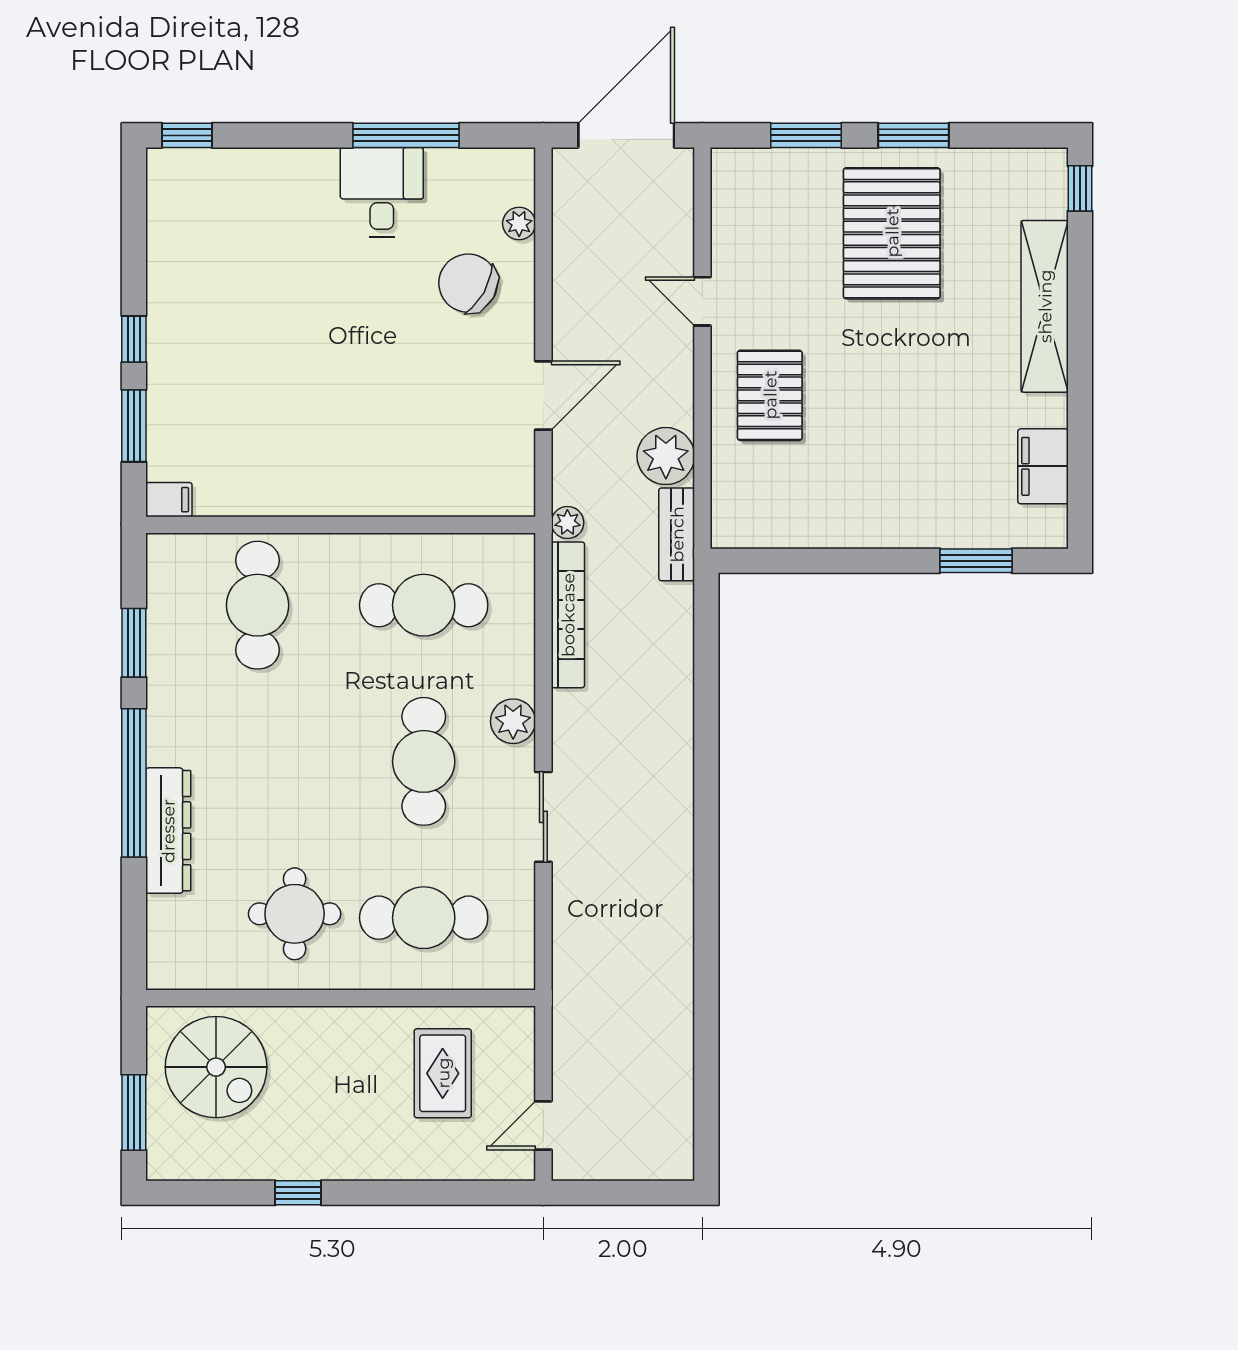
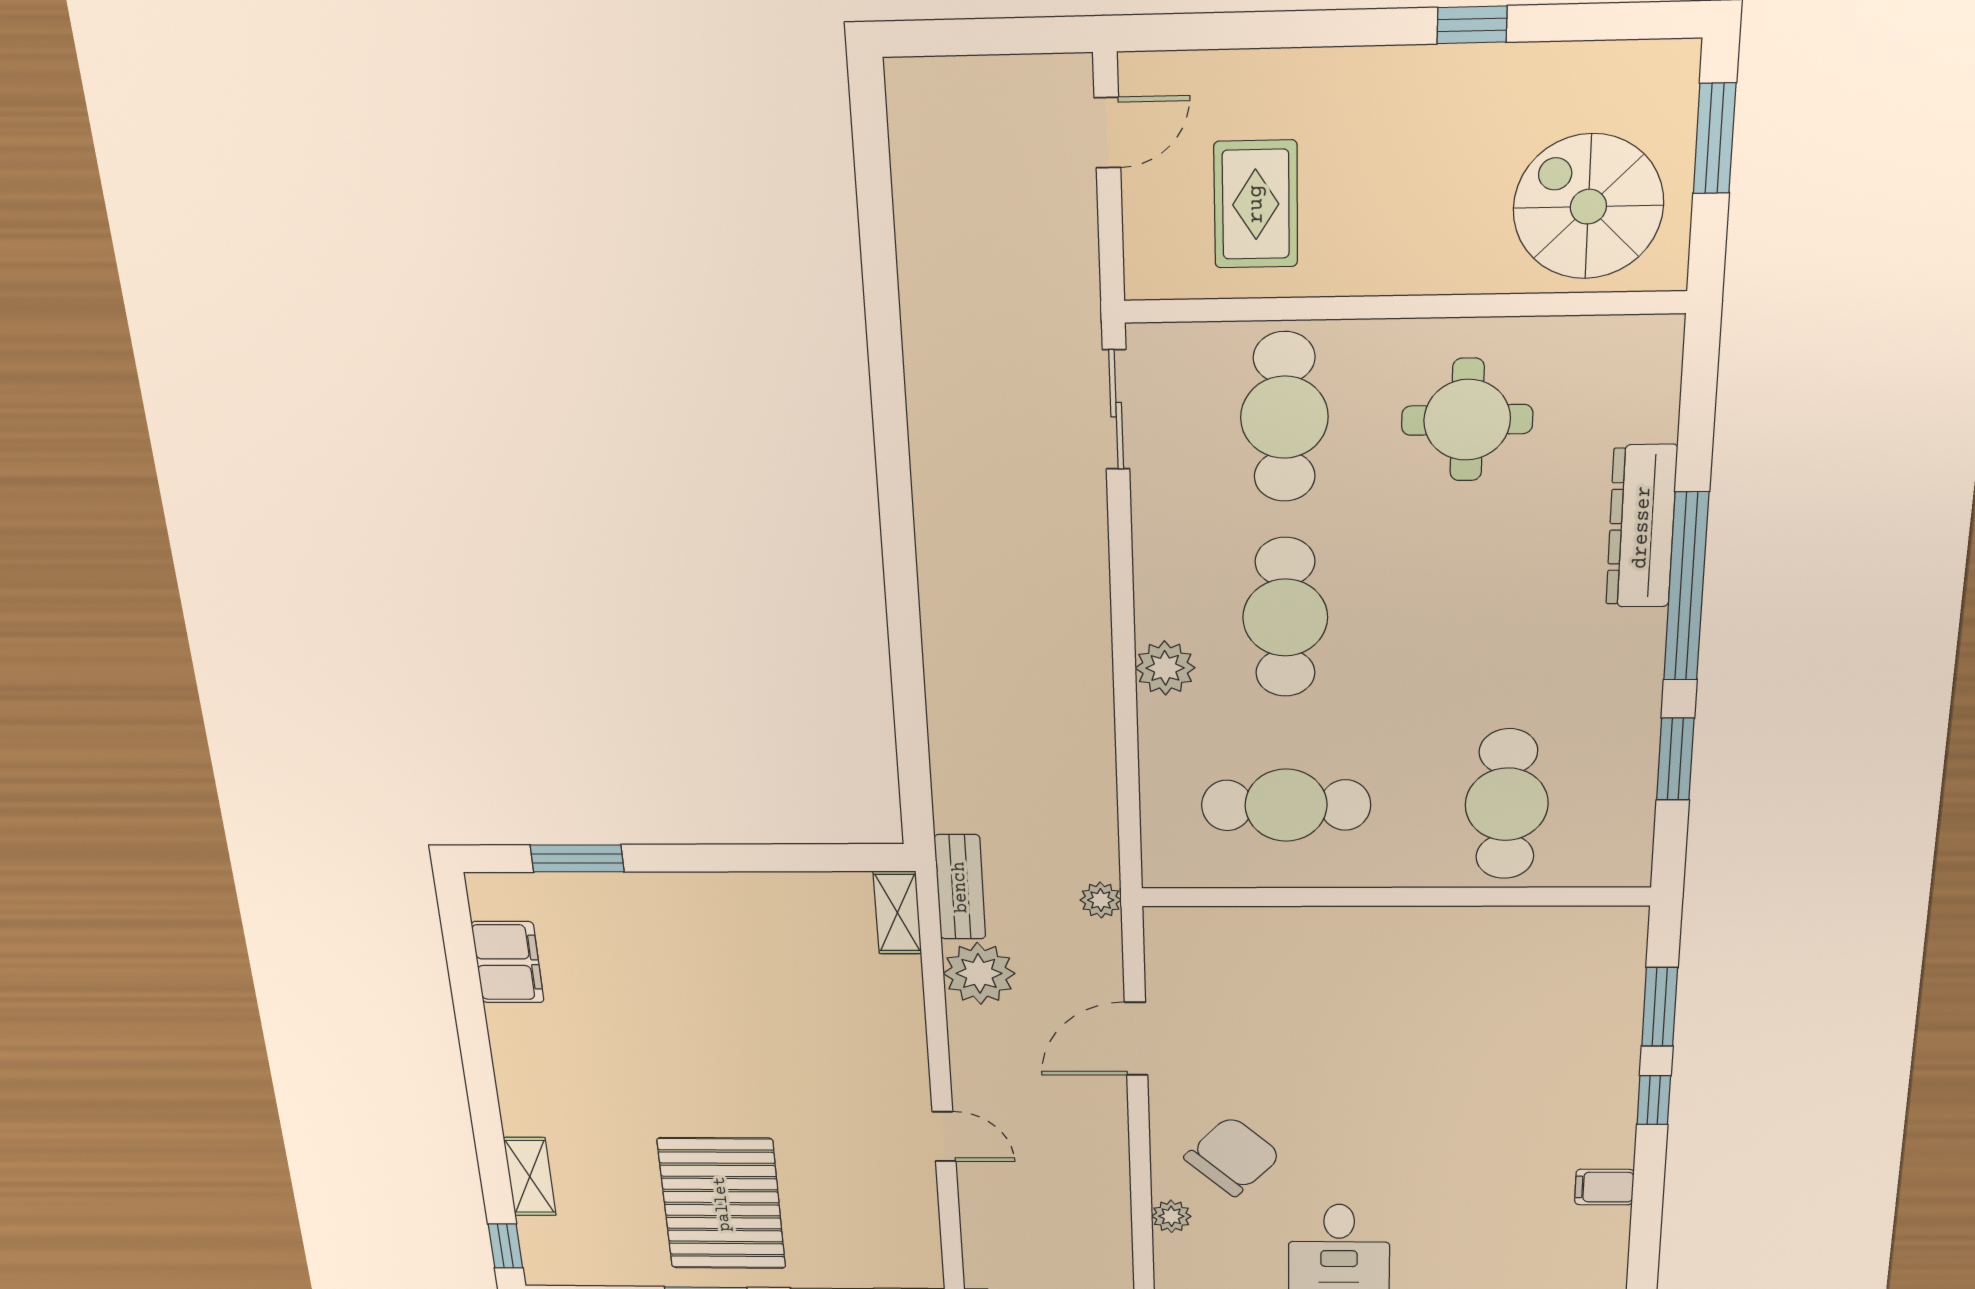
chair: (468, 283) -> (1233, 1156), turned -76
shelving: (1045, 306) -> (530, 1176), width x0.45, depth x0.75
pallet: (770, 395) -> (854, 1038), removed
filing cabinet: (169, 500) -> (1604, 1187), moved
shelving: (727, 511) -> (897, 913), added
bookcase: (568, 615) -> (1096, 795), removed
sliding door: (543, 817) -> (1116, 410), moved
cafe table: (424, 918) -> (1284, 417), turned 90

